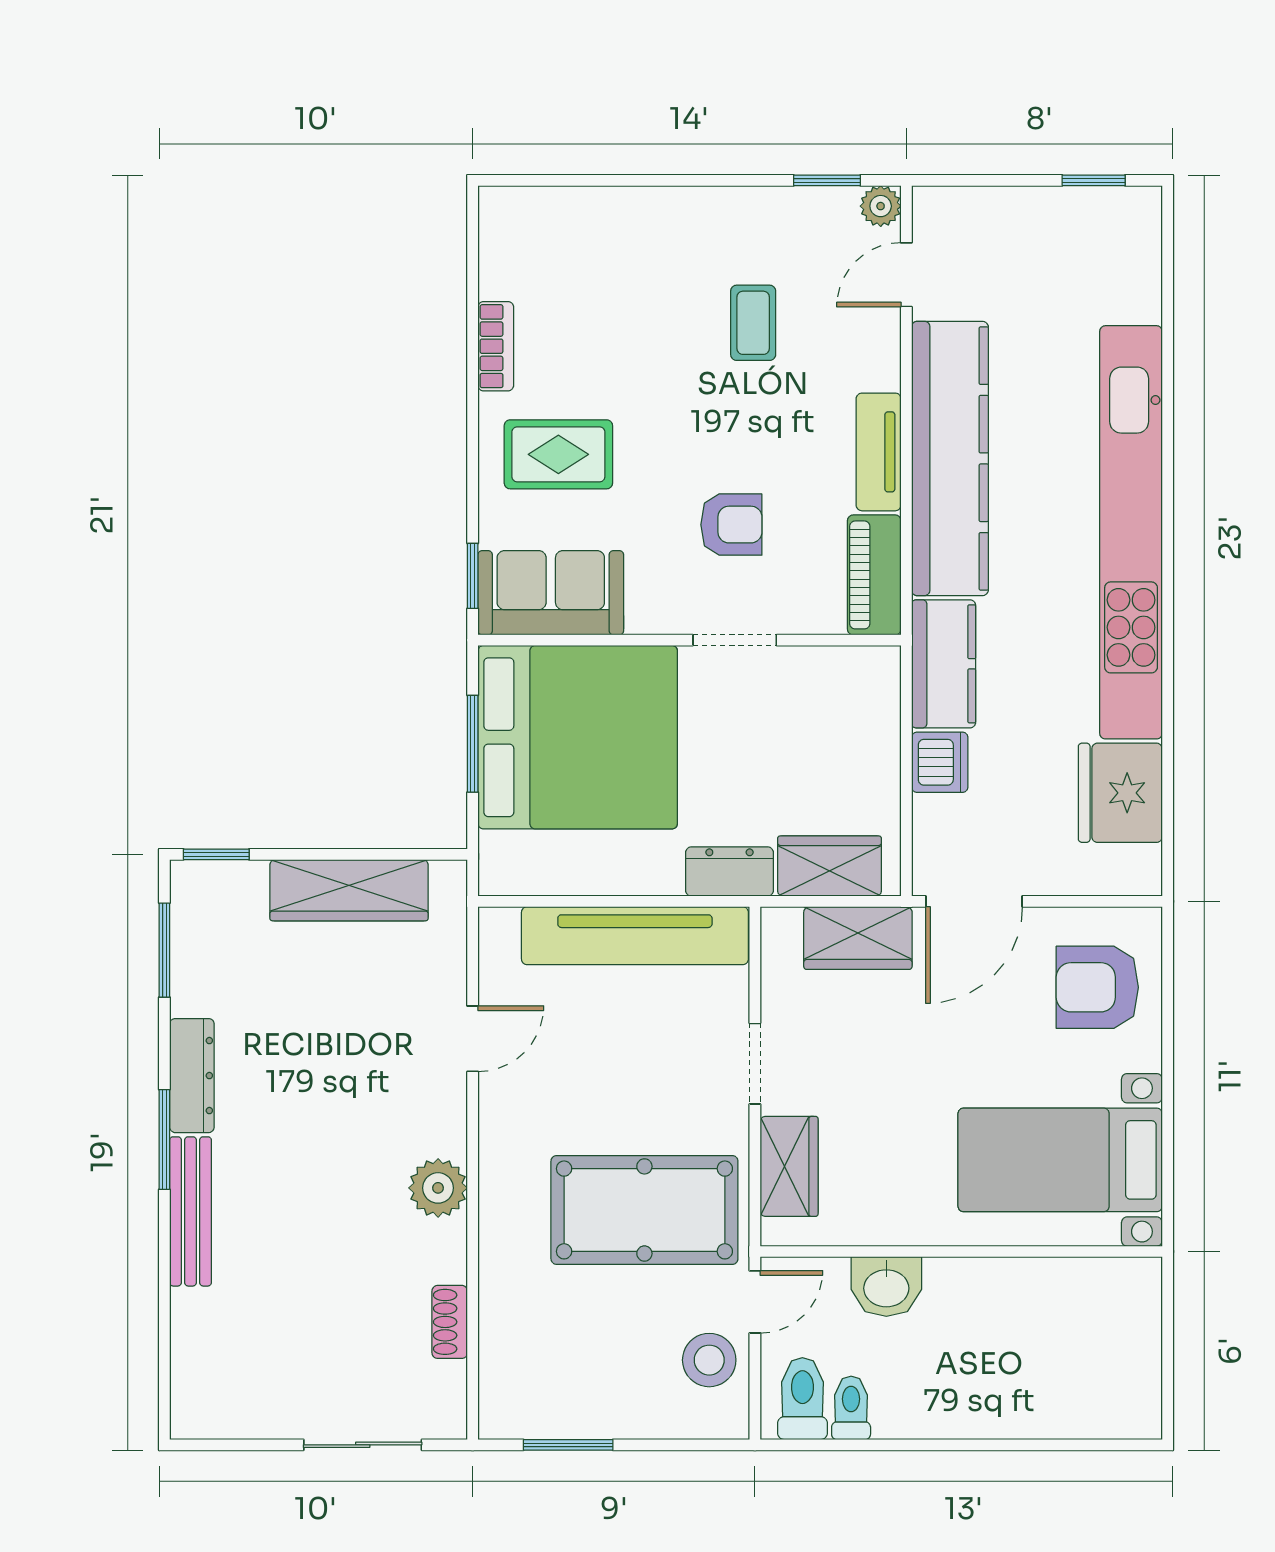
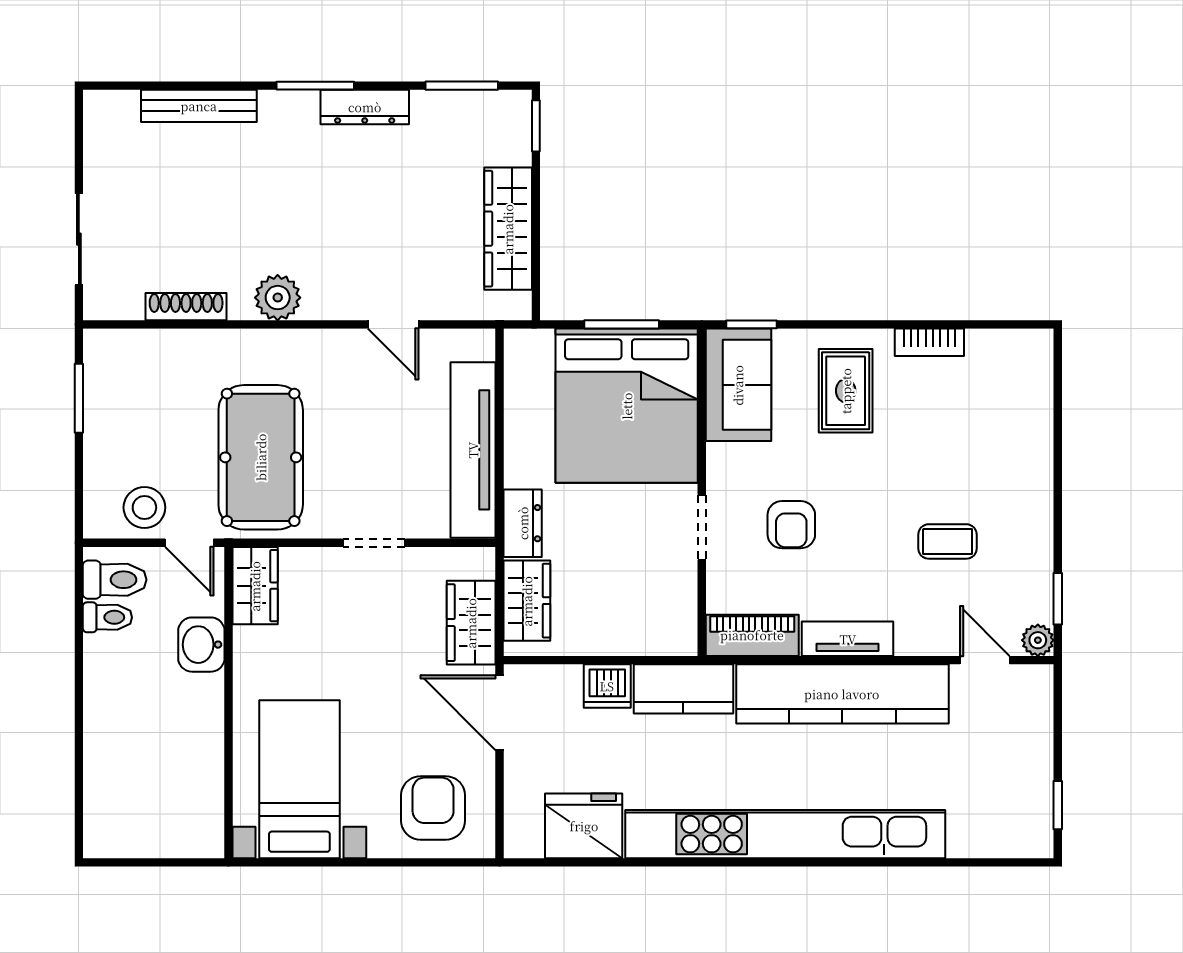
wardrobe: (789, 1166) -> (255, 586), moved, turned -90
bench: (191, 1211) -> (199, 106), moved
shoe rack: (450, 1322) -> (186, 307), width x1.43

